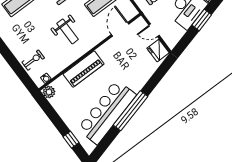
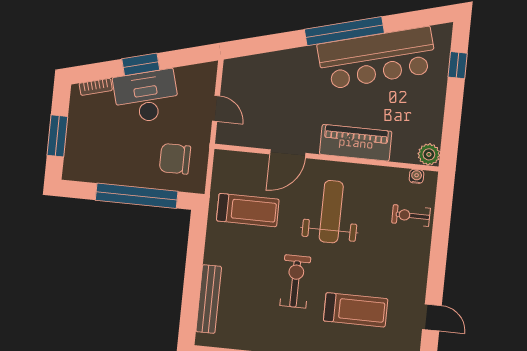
door: (120, 29) -> (288, 154), moved
weight bench: (68, 31) -> (331, 212), width x1.36, depth x1.33
fridge: (158, 51) -> (235, 77), removed

